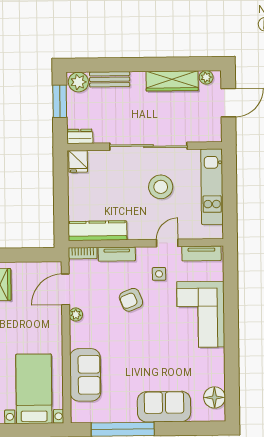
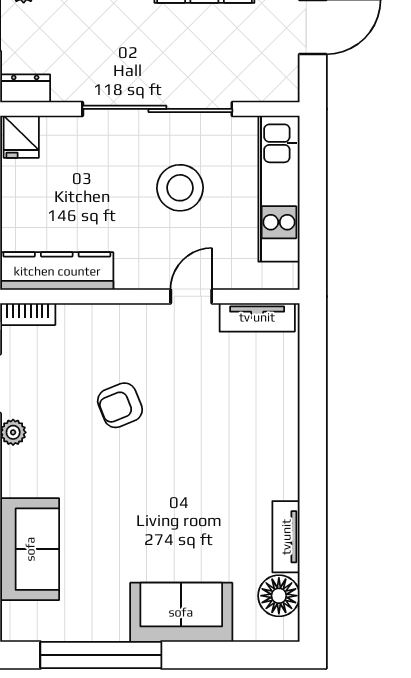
tv unit: (117, 254) -> (286, 537), moved, turned 90
side table: (159, 274) -> (175, 356), removed
corner sofa: (201, 314) -> (254, 435), removed

